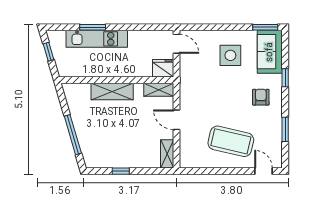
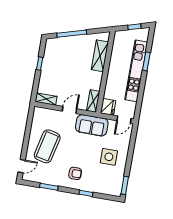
kitchen unit: (97, 39) -> (136, 71), width x1.36
sofa: (270, 52) -> (92, 125), moved, turned 180
shelving: (112, 91) -> (100, 56), moved

